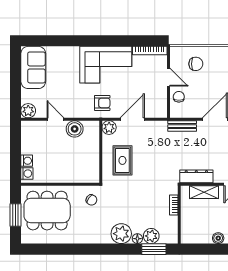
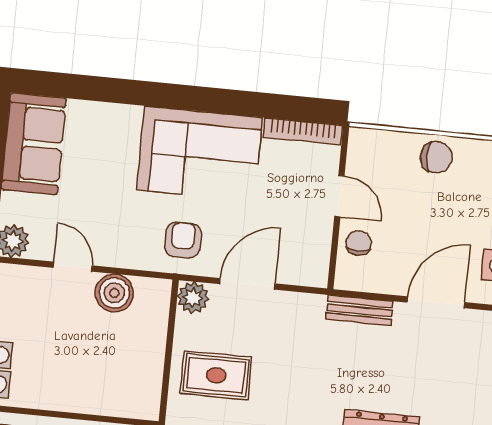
chair: (196, 64) -> (436, 157), moved
armchair: (102, 103) -> (183, 240), turned -90
rug: (122, 160) -> (216, 375), turned 90

